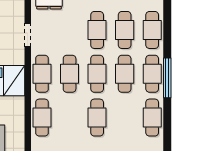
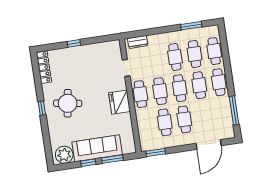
window: (167, 78) -> (234, 110), moved
cafe table: (42, 118) -> (165, 122), moved
cafe table: (152, 118) -> (224, 113), removed

